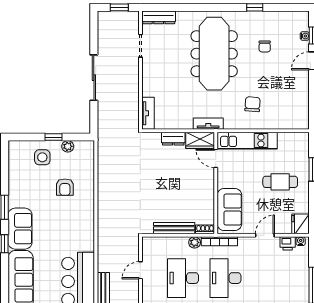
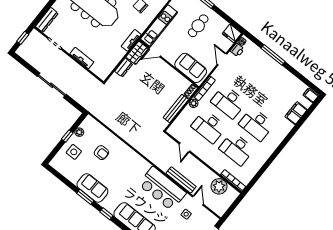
tv unit: (148, 113) -> (82, 58), moved
sofa: (20, 229) -> (92, 188), moved

